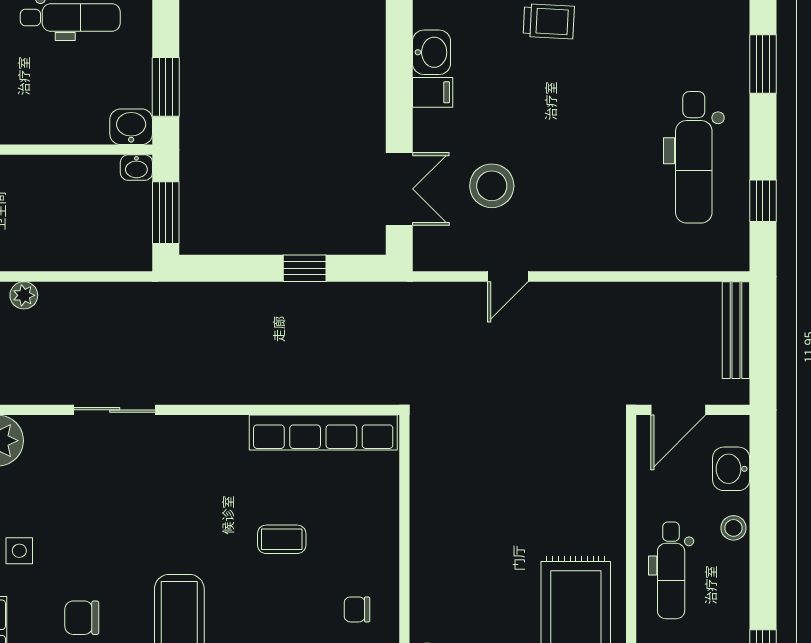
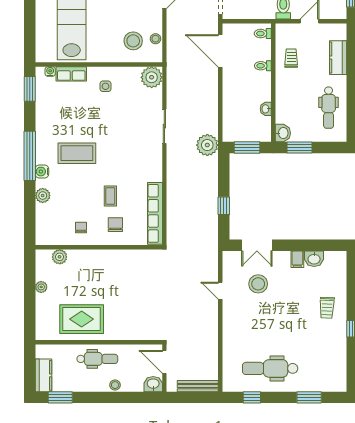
washbasin: (136, 168) -> (266, 109), moved
plant: (24, 295) -> (207, 145), moved, width x1.88, depth x1.88
washbasin: (731, 469) -> (153, 384), moved
dental chair: (671, 570) -> (97, 359), turned 180
chair: (82, 618) -> (115, 225), moved

